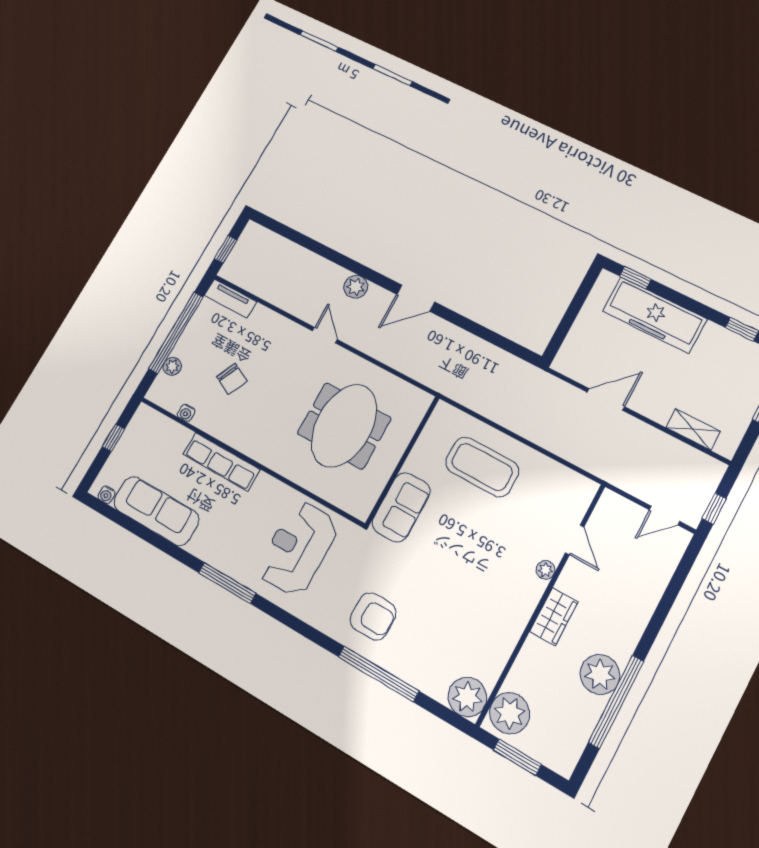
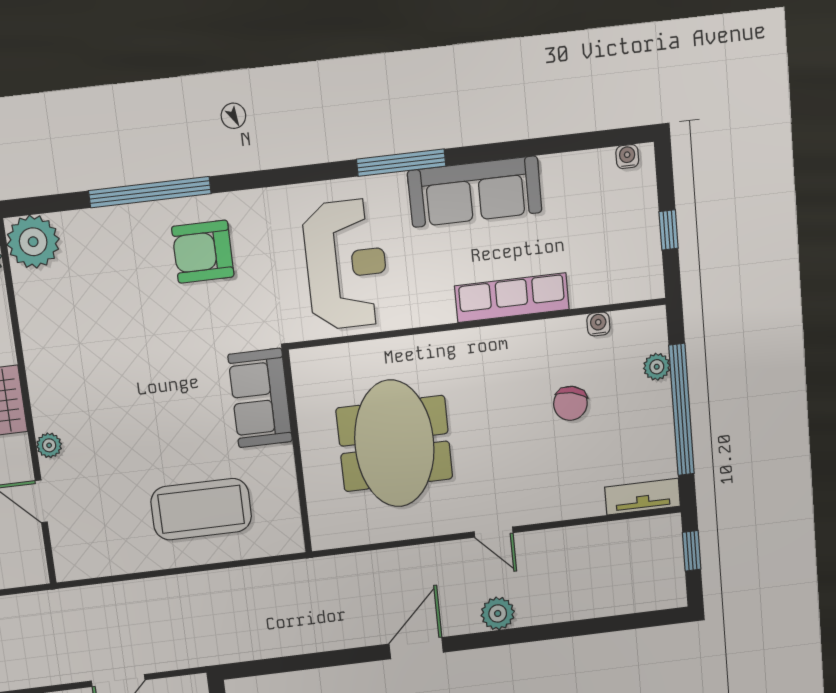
chair: (232, 379) -> (570, 403), turned -102
sofa: (156, 511) -> (475, 192), moved

